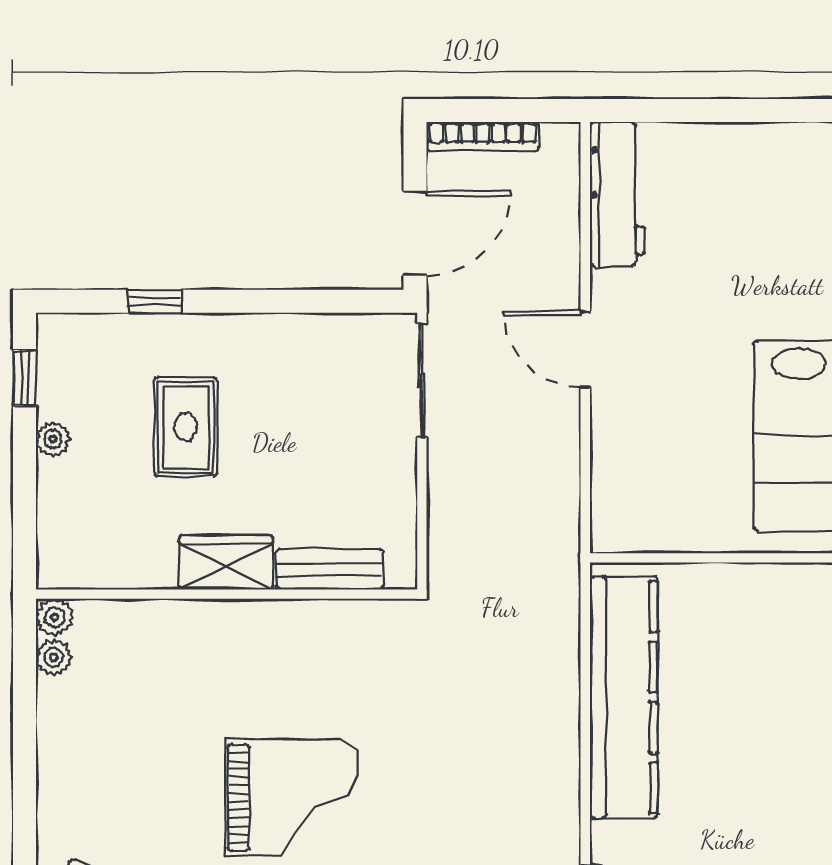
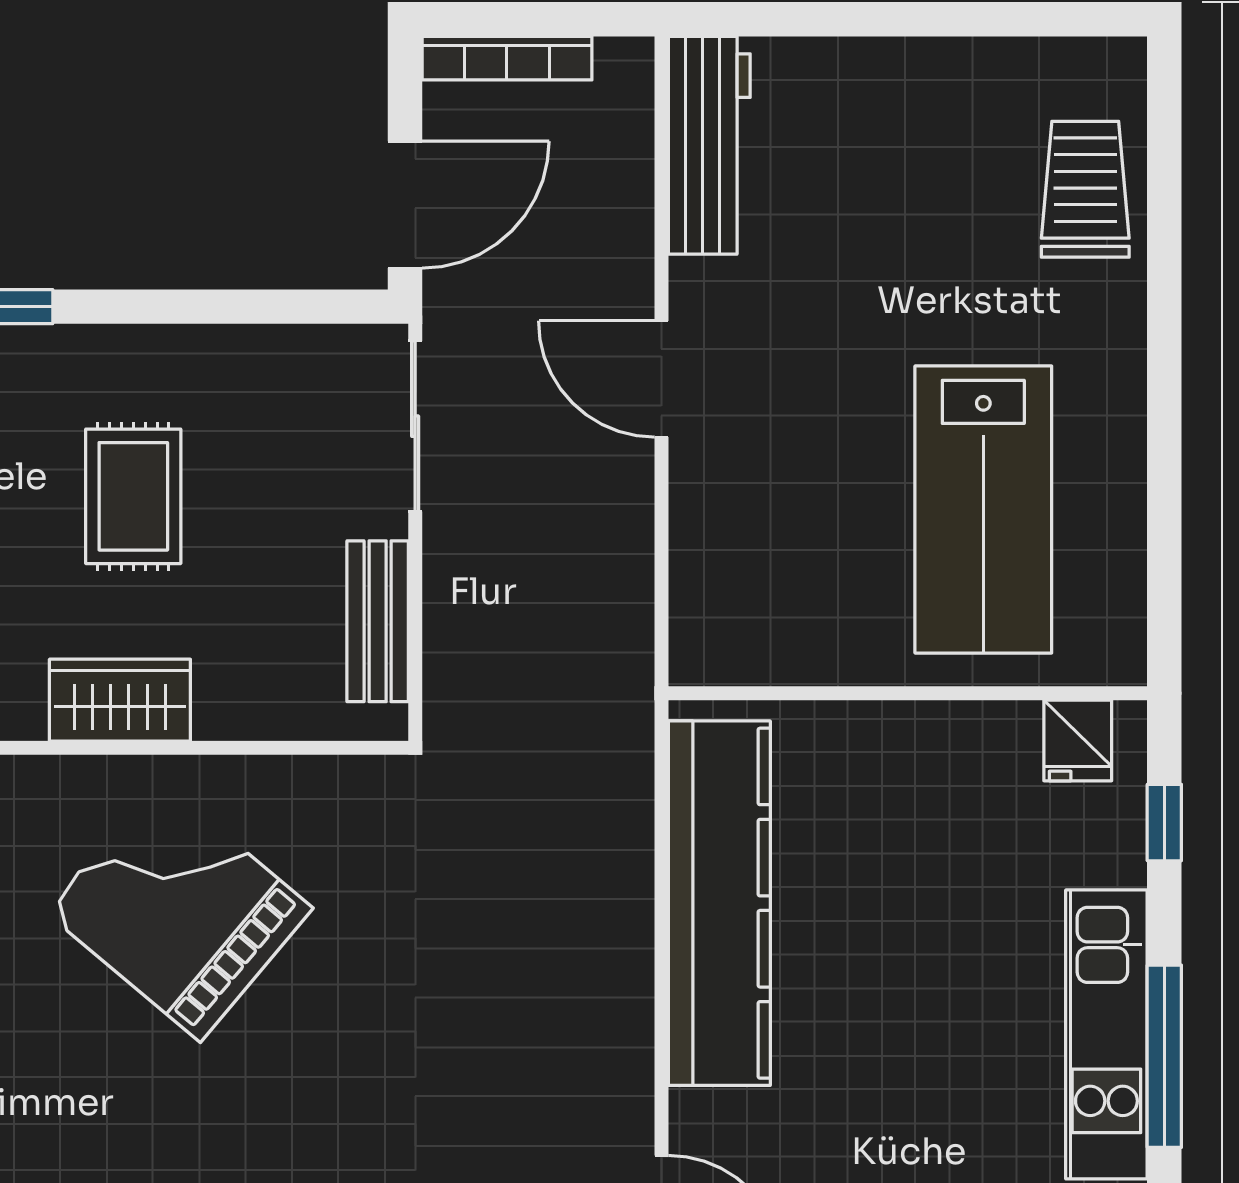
rug: (186, 427) -> (133, 496), moved
bench: (330, 569) -> (378, 621), moved, turned 90
grand piano: (292, 798) -> (179, 910), moved, turned -140

